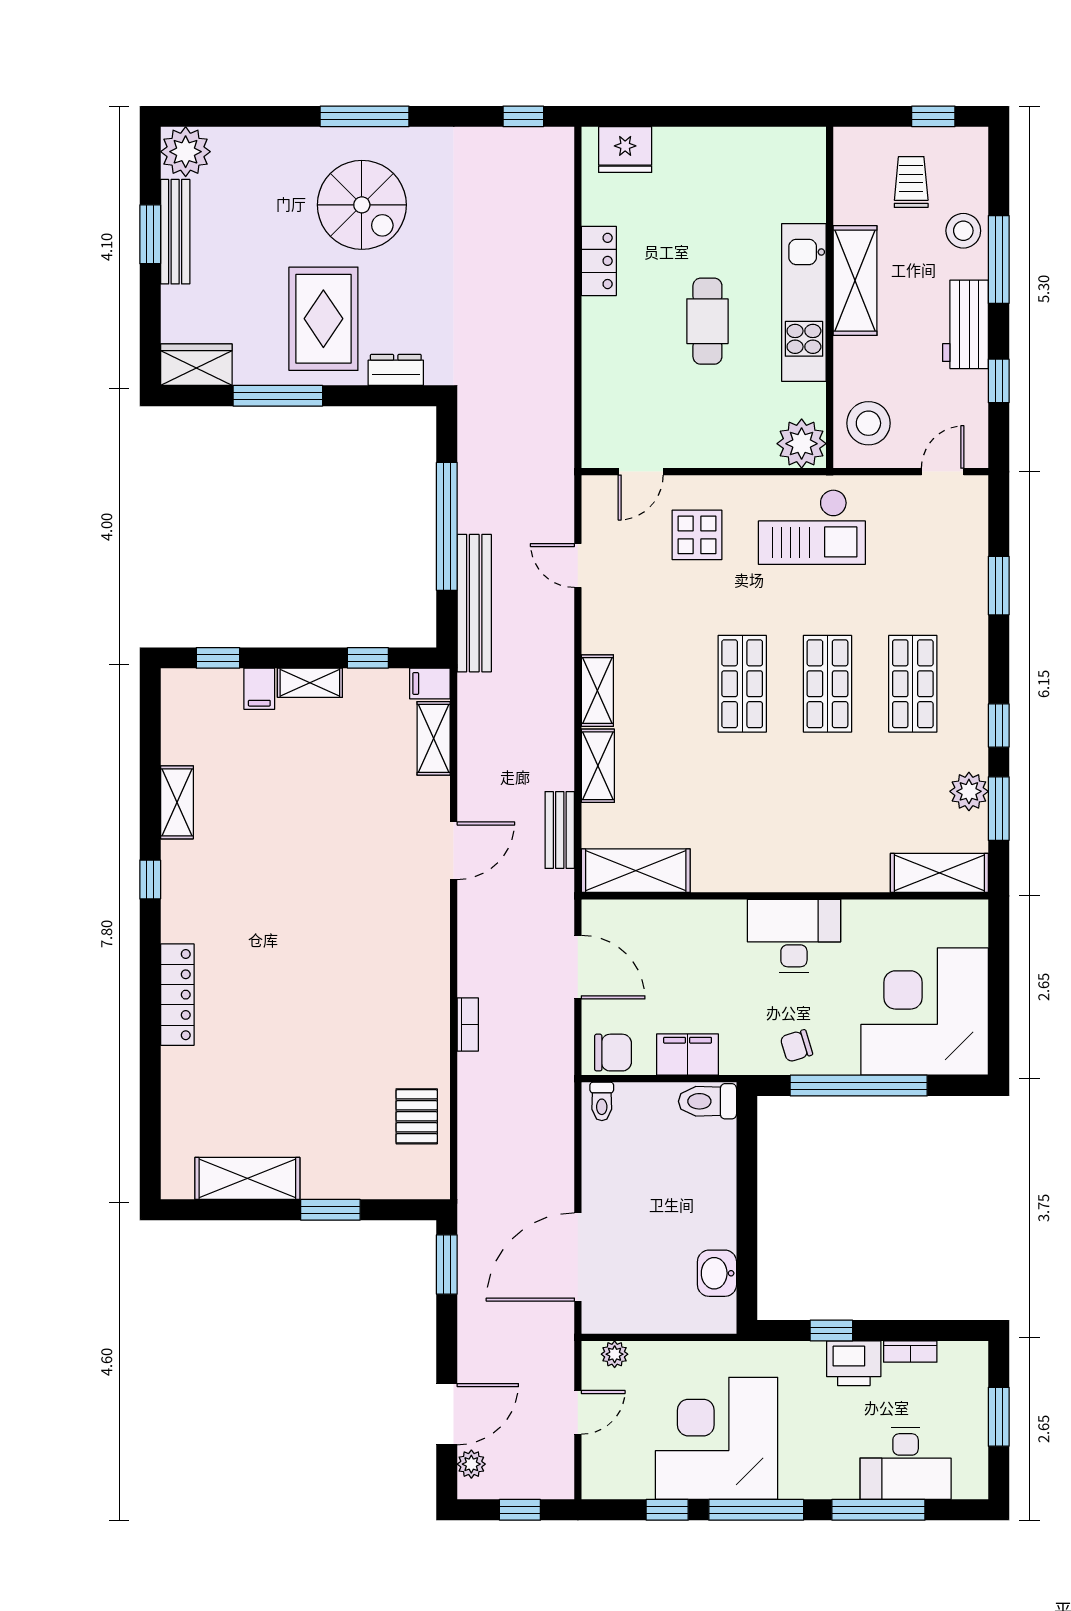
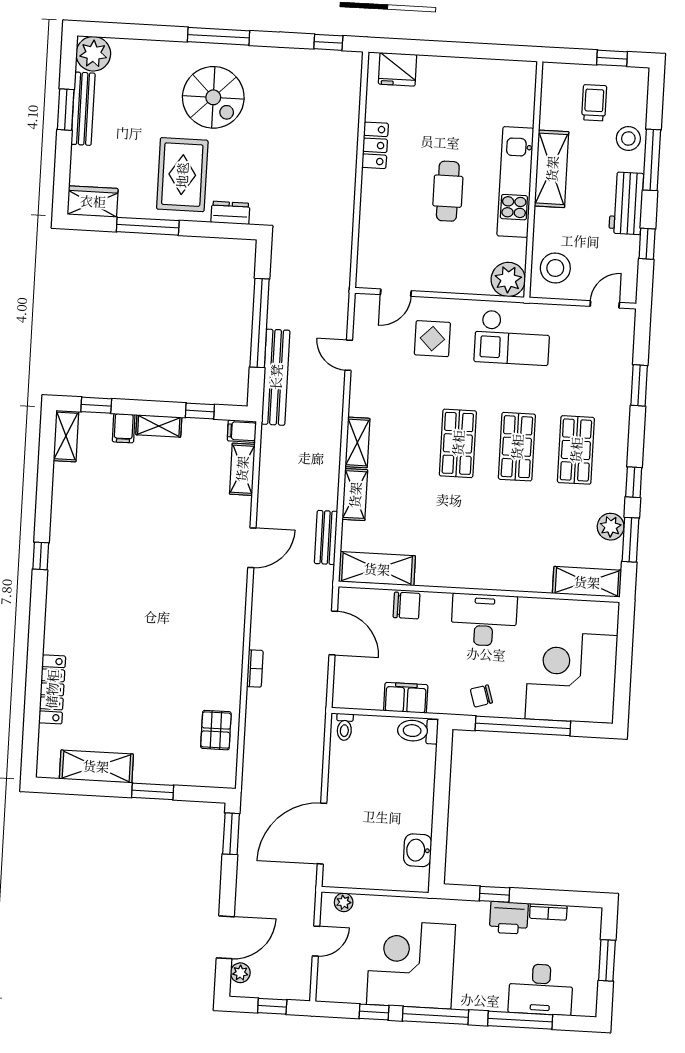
shelving: (177, 802) -> (66, 436), moved
locker: (177, 995) -> (52, 689), moved
chair: (613, 1053) -> (407, 606), moved

